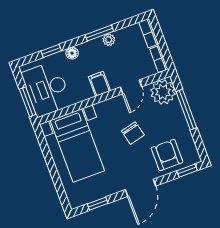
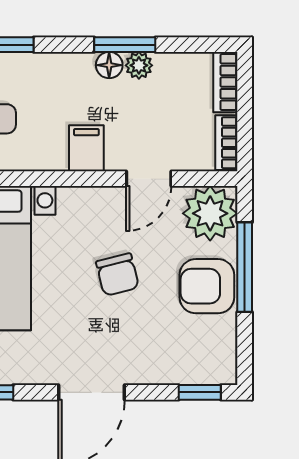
floor lamp: (72, 53) -> (109, 65), moved
armchair: (167, 155) -> (207, 286), moved, turned -90

